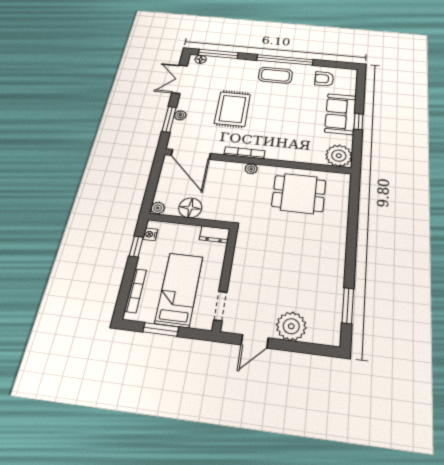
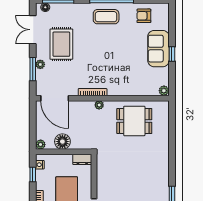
rug: (232, 109) -> (61, 44), moved
plant: (339, 156) -> (164, 91), width x0.53, depth x0.53

